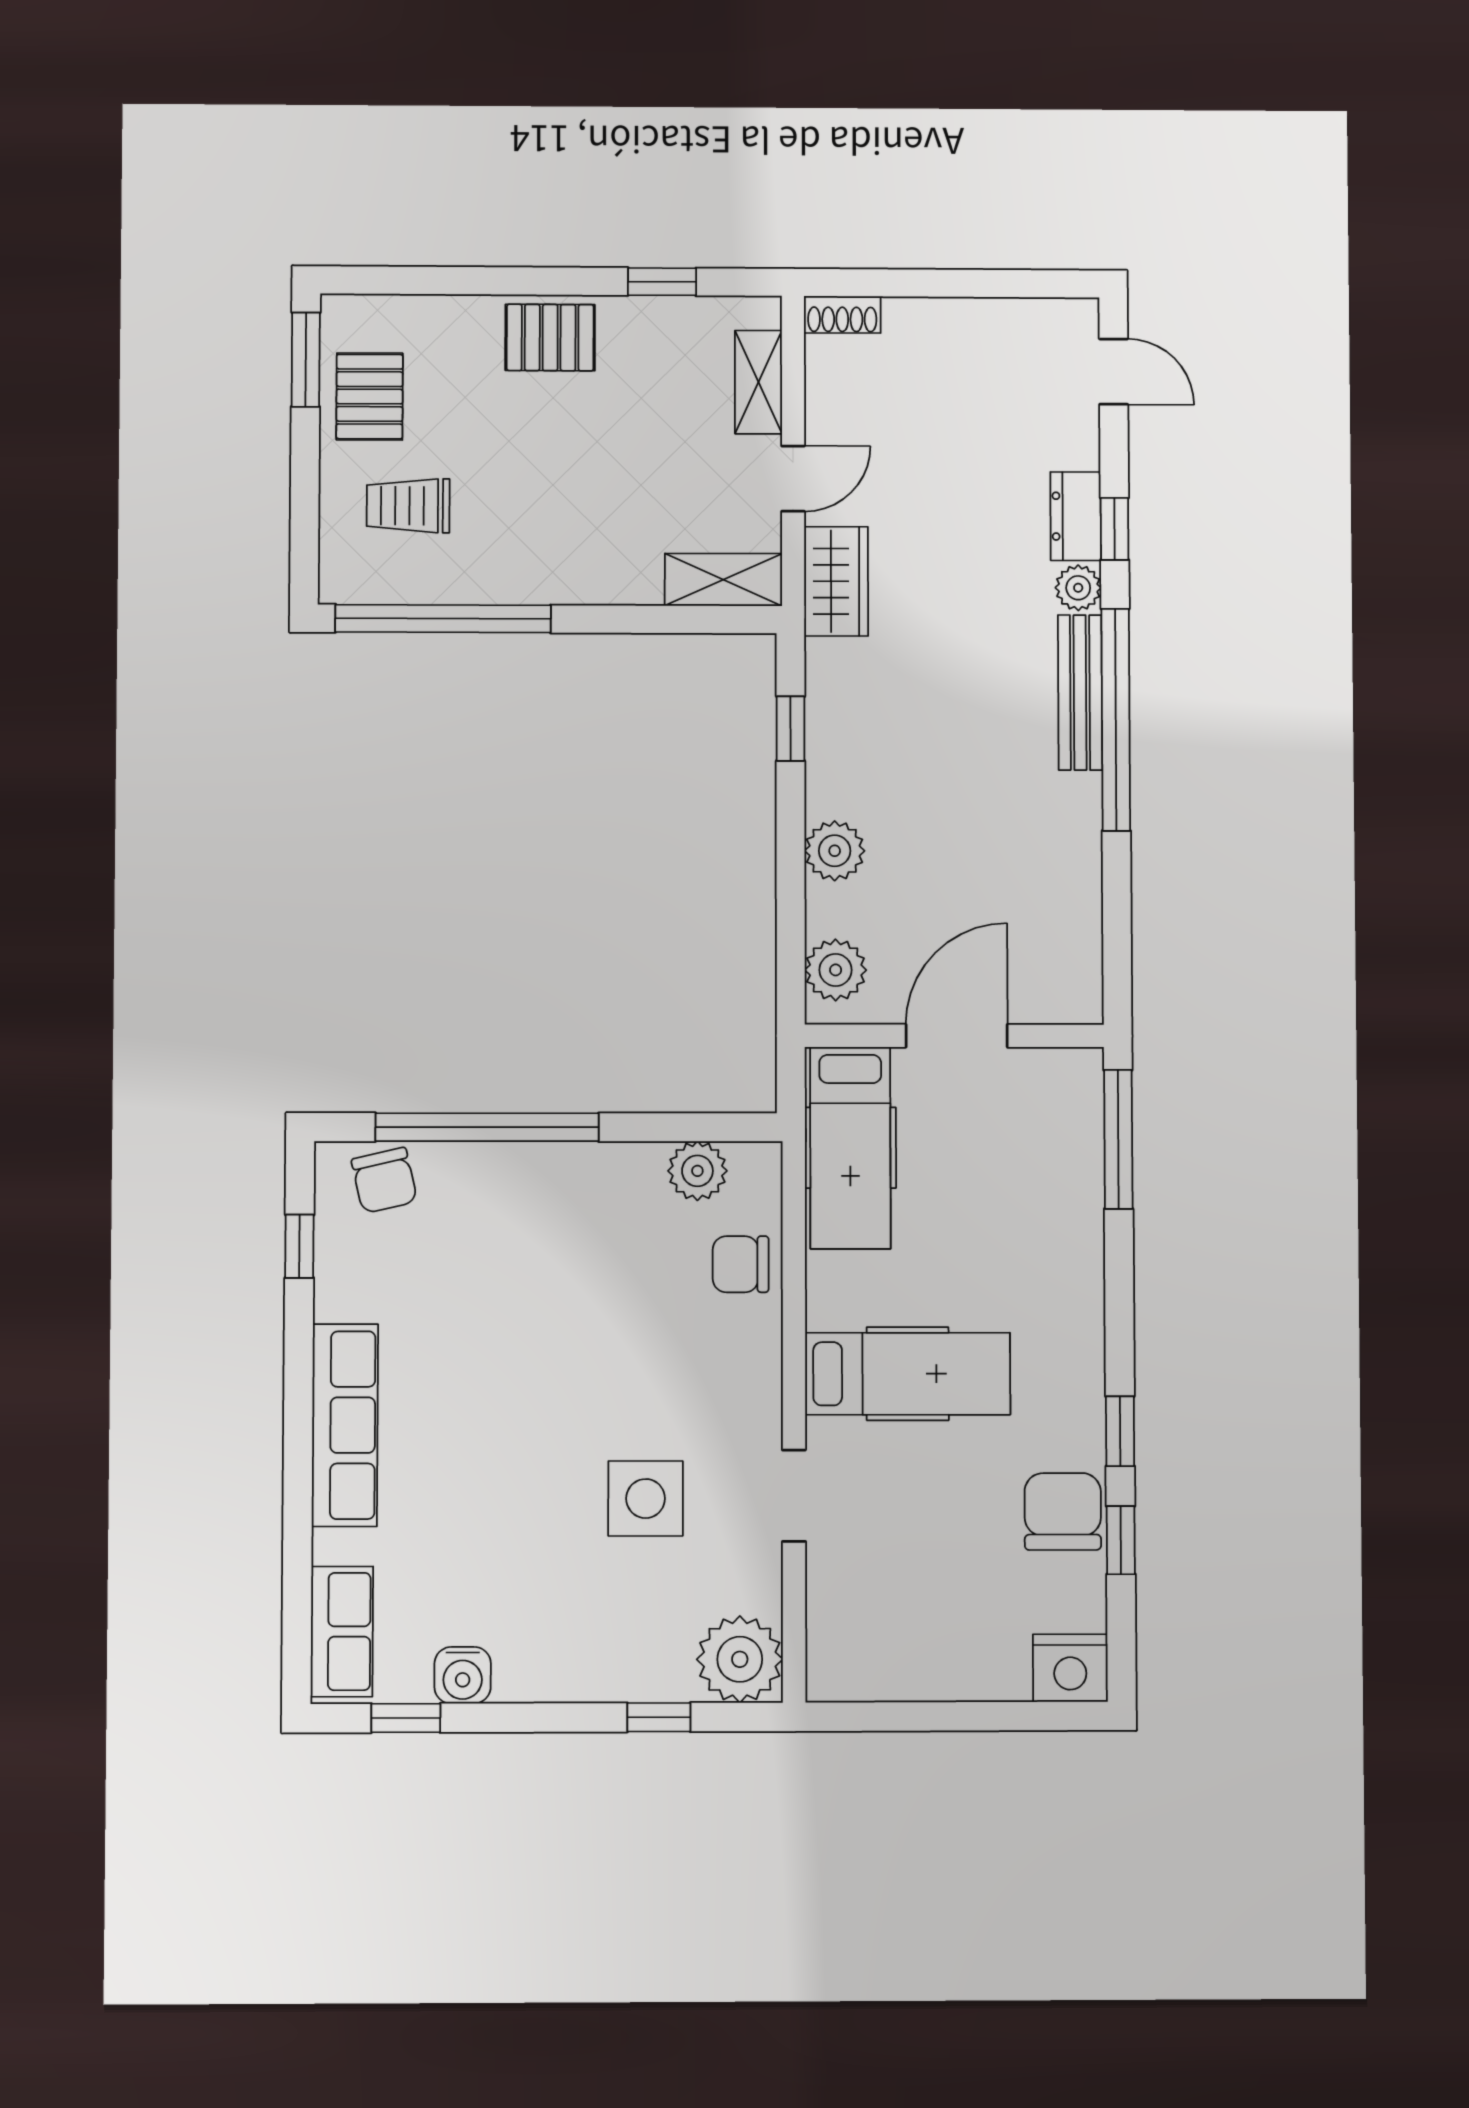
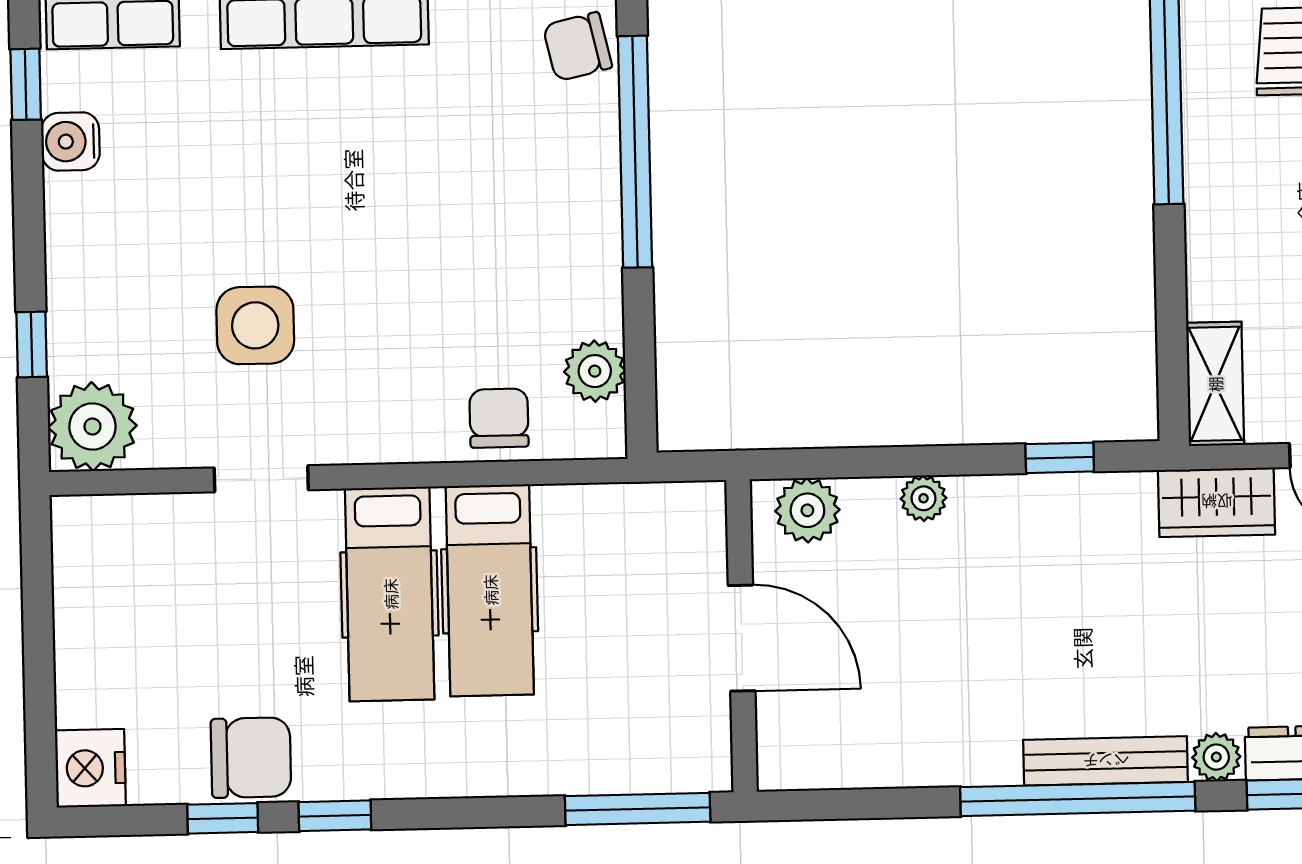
plant: (835, 851) -> (924, 498), width x0.73, depth x0.73
hospital bed: (850, 1148) -> (490, 590), moved, turned -90

